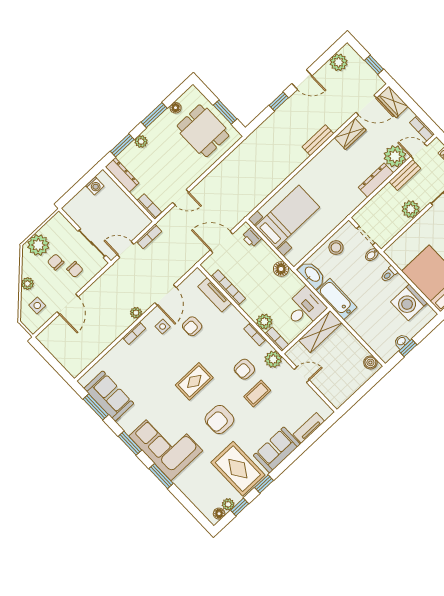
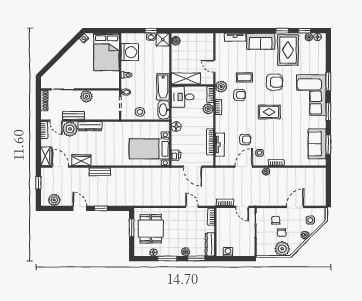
shower: (386, 350) -> (163, 40), added

